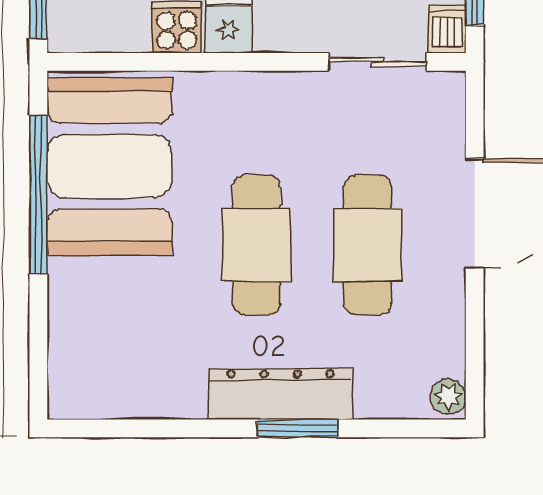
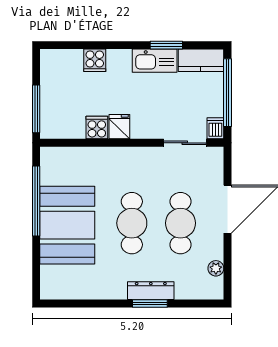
booth: (109, 166) -> (67, 225), moved
dresser: (281, 394) -> (151, 291), width x0.73, depth x0.80
plant: (448, 397) -> (216, 268), moved

